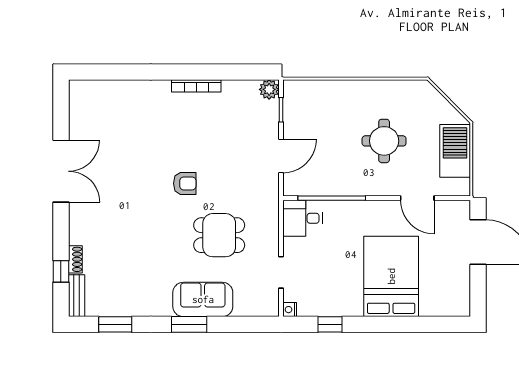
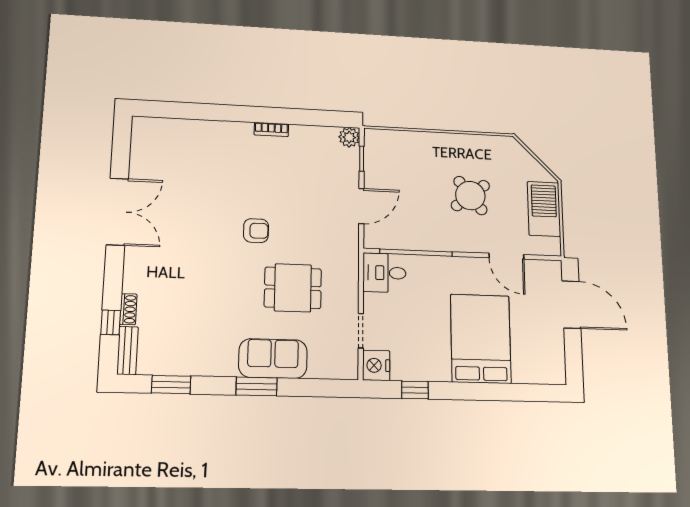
bookcase: (196, 86) -> (271, 130), width x0.64
round table: (384, 141) -> (470, 196), turned -38
nightstand: (290, 310) -> (376, 365), width x1.89, depth x1.79

